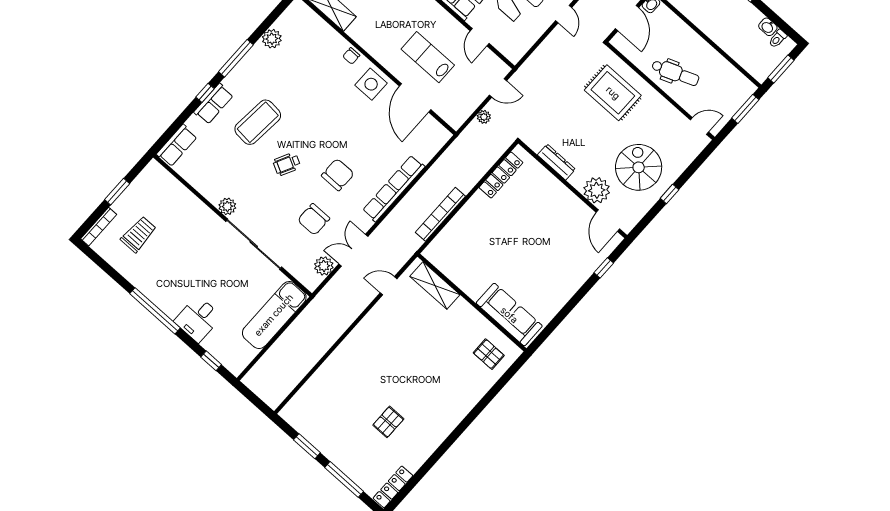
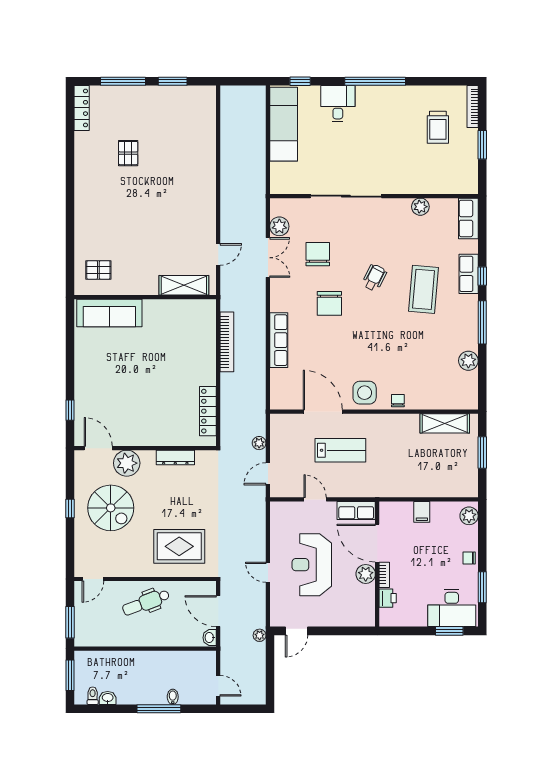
row of seats: (394, 188) -> (279, 340), width x0.73
plant: (227, 206) -> (420, 207), moved
exam couch: (274, 315) -> (284, 124), moved

